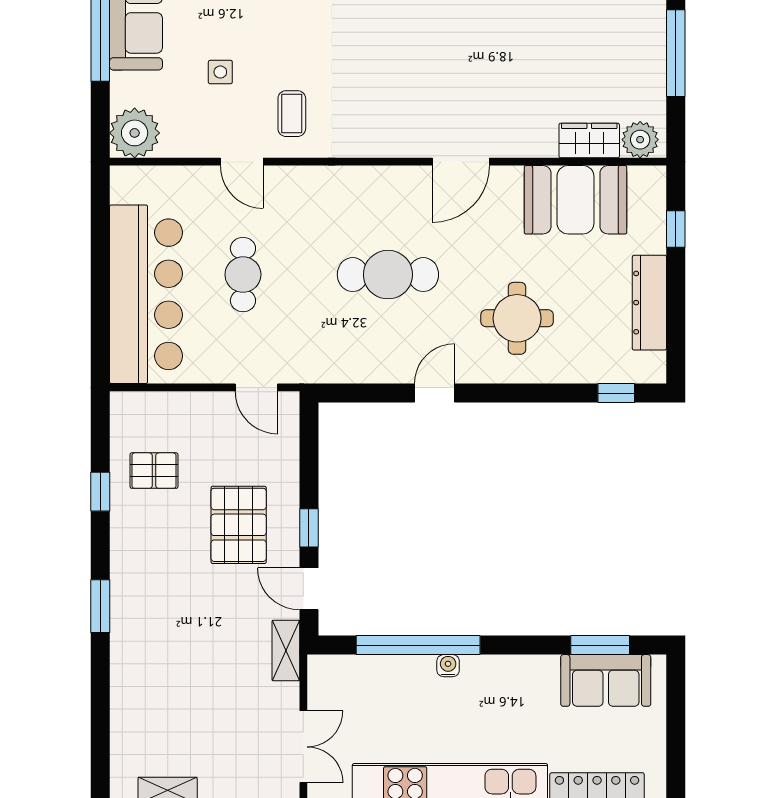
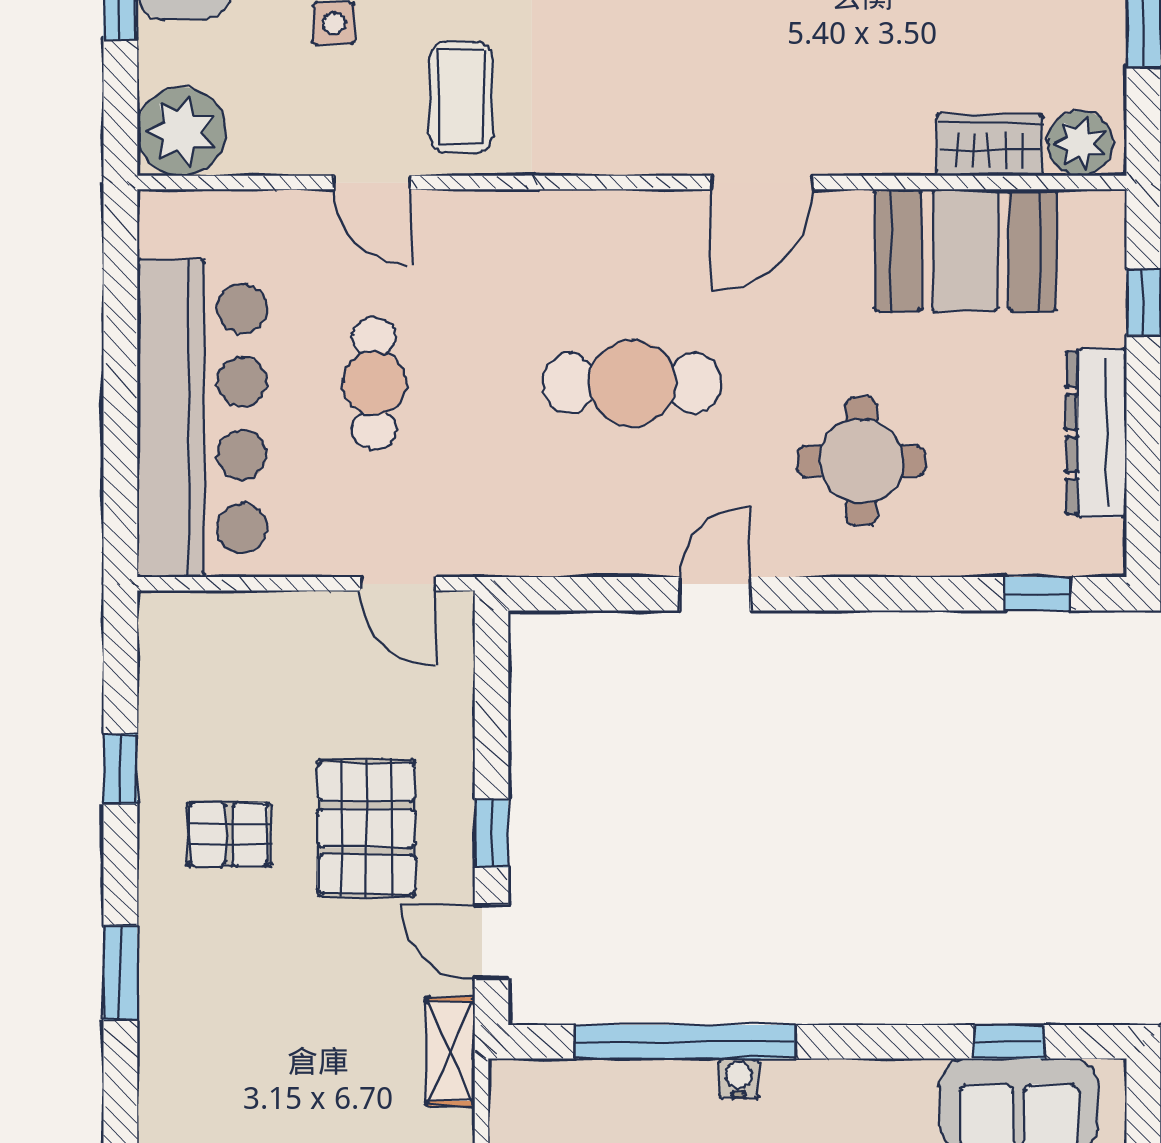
coffee table: (292, 114) -> (461, 97), width x1.36, depth x1.30
pallet: (154, 471) -> (229, 834), moved
window: (600, 645) -> (1009, 1042), width x0.67

